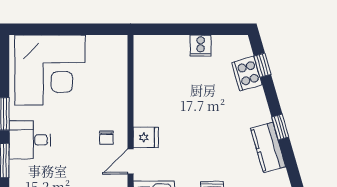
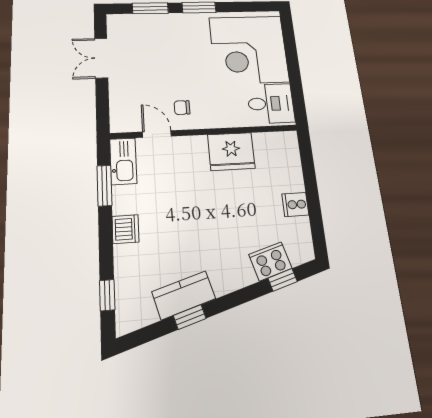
window: (280, 127) -> (190, 317), moved
fridge: (146, 137) -> (231, 151), moved, width x1.88, depth x1.34
desk: (30, 140) -> (271, 103), moved, turned 90

